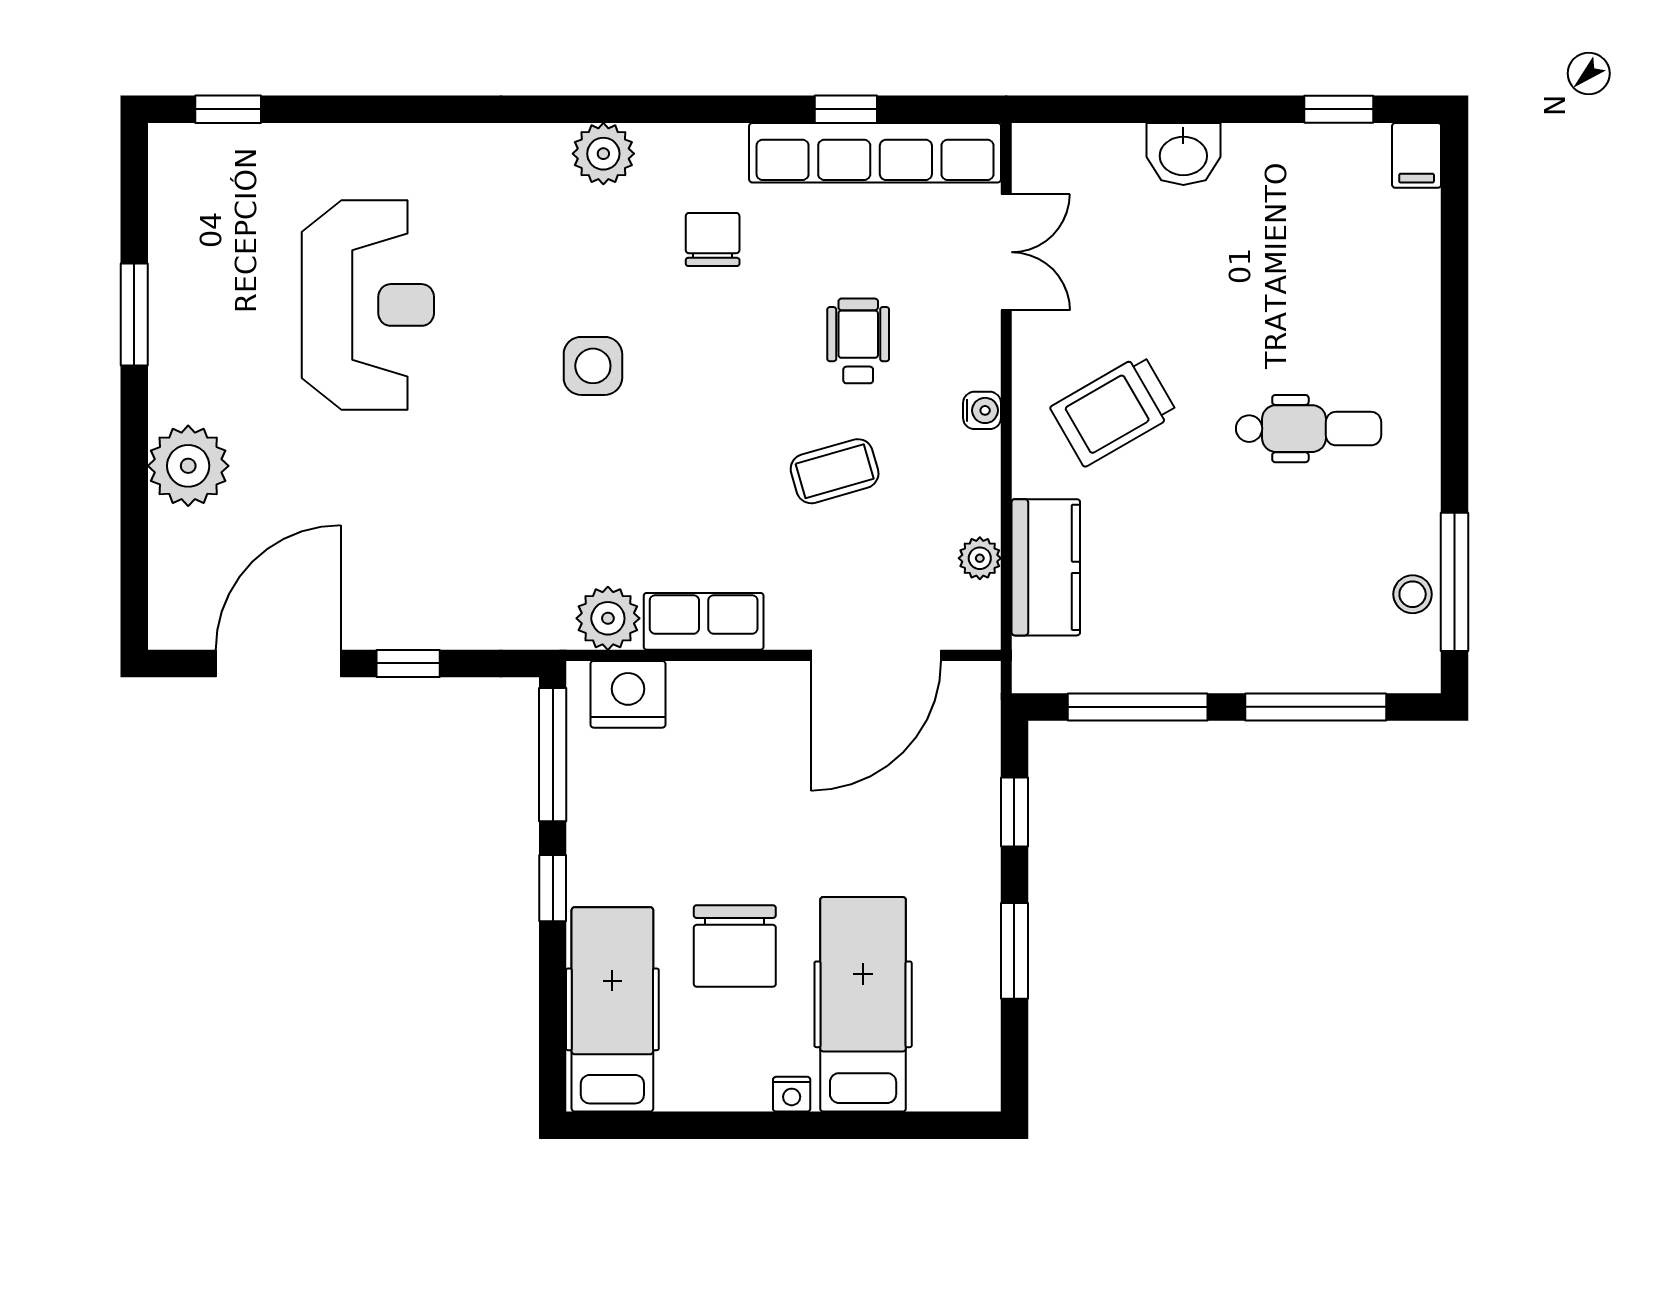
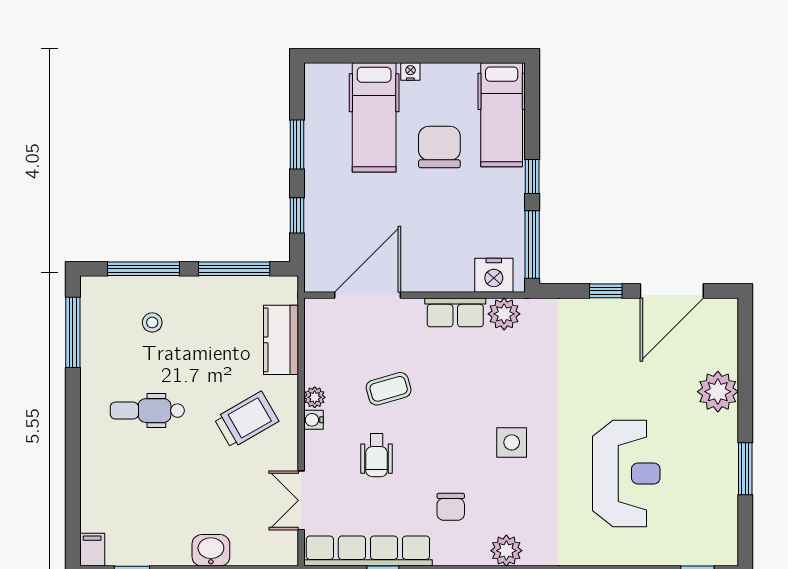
reception desk: (368, 305) -> (626, 473), turned 180
plant: (980, 558) -> (315, 397), moved
stool: (1413, 594) -> (152, 322), moved

